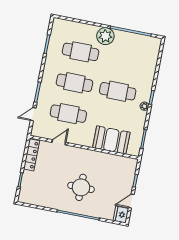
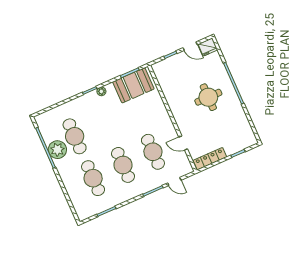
plant: (105, 36) -> (57, 150), moved
cafe table: (118, 91) -> (75, 136), moved
booth: (111, 140) -> (133, 85), moved, turned 90

